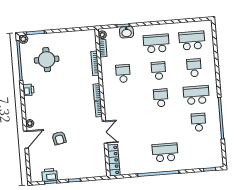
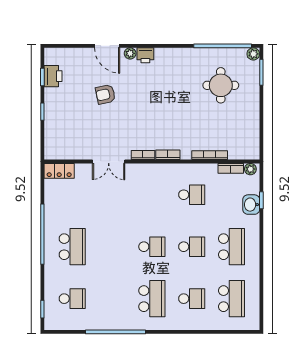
printer: (28, 90) -> (145, 55), moved
school desk: (198, 122) -> (72, 299), moved
locker: (114, 160) -> (59, 171), width x0.66

